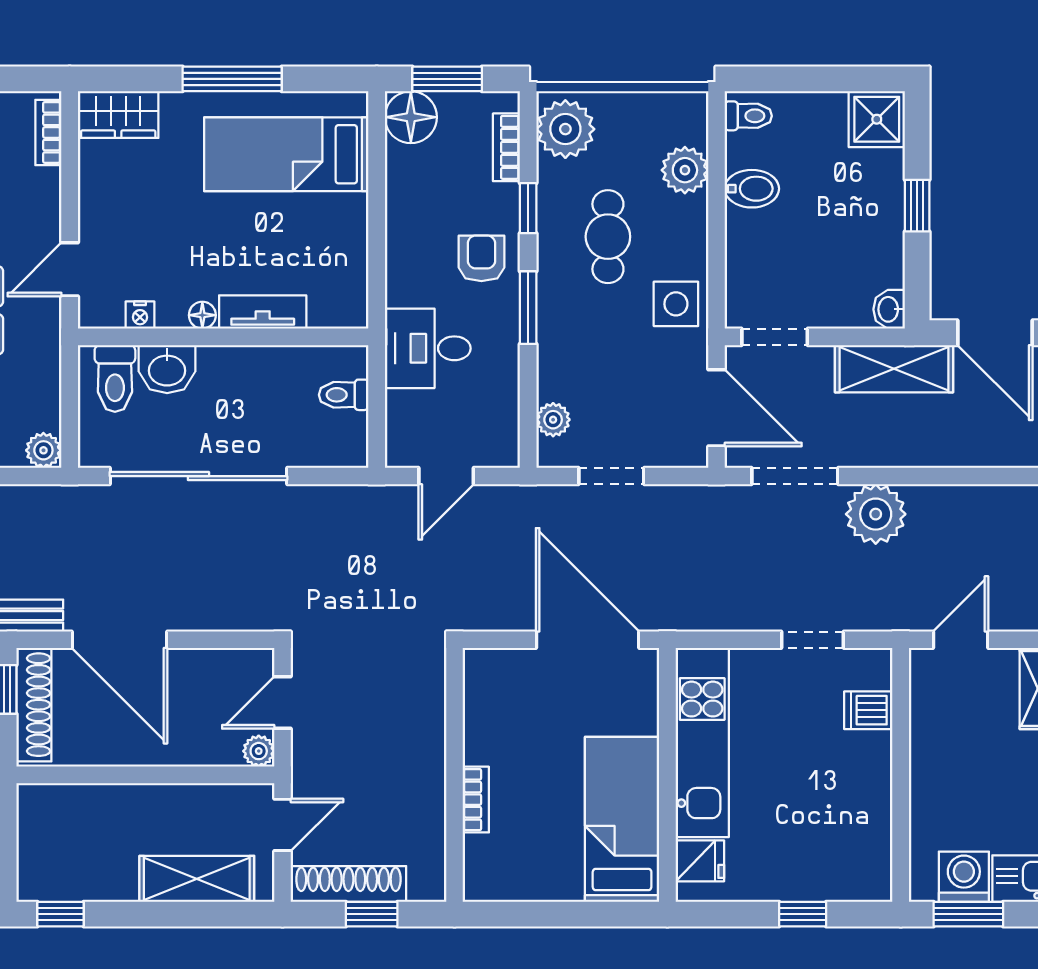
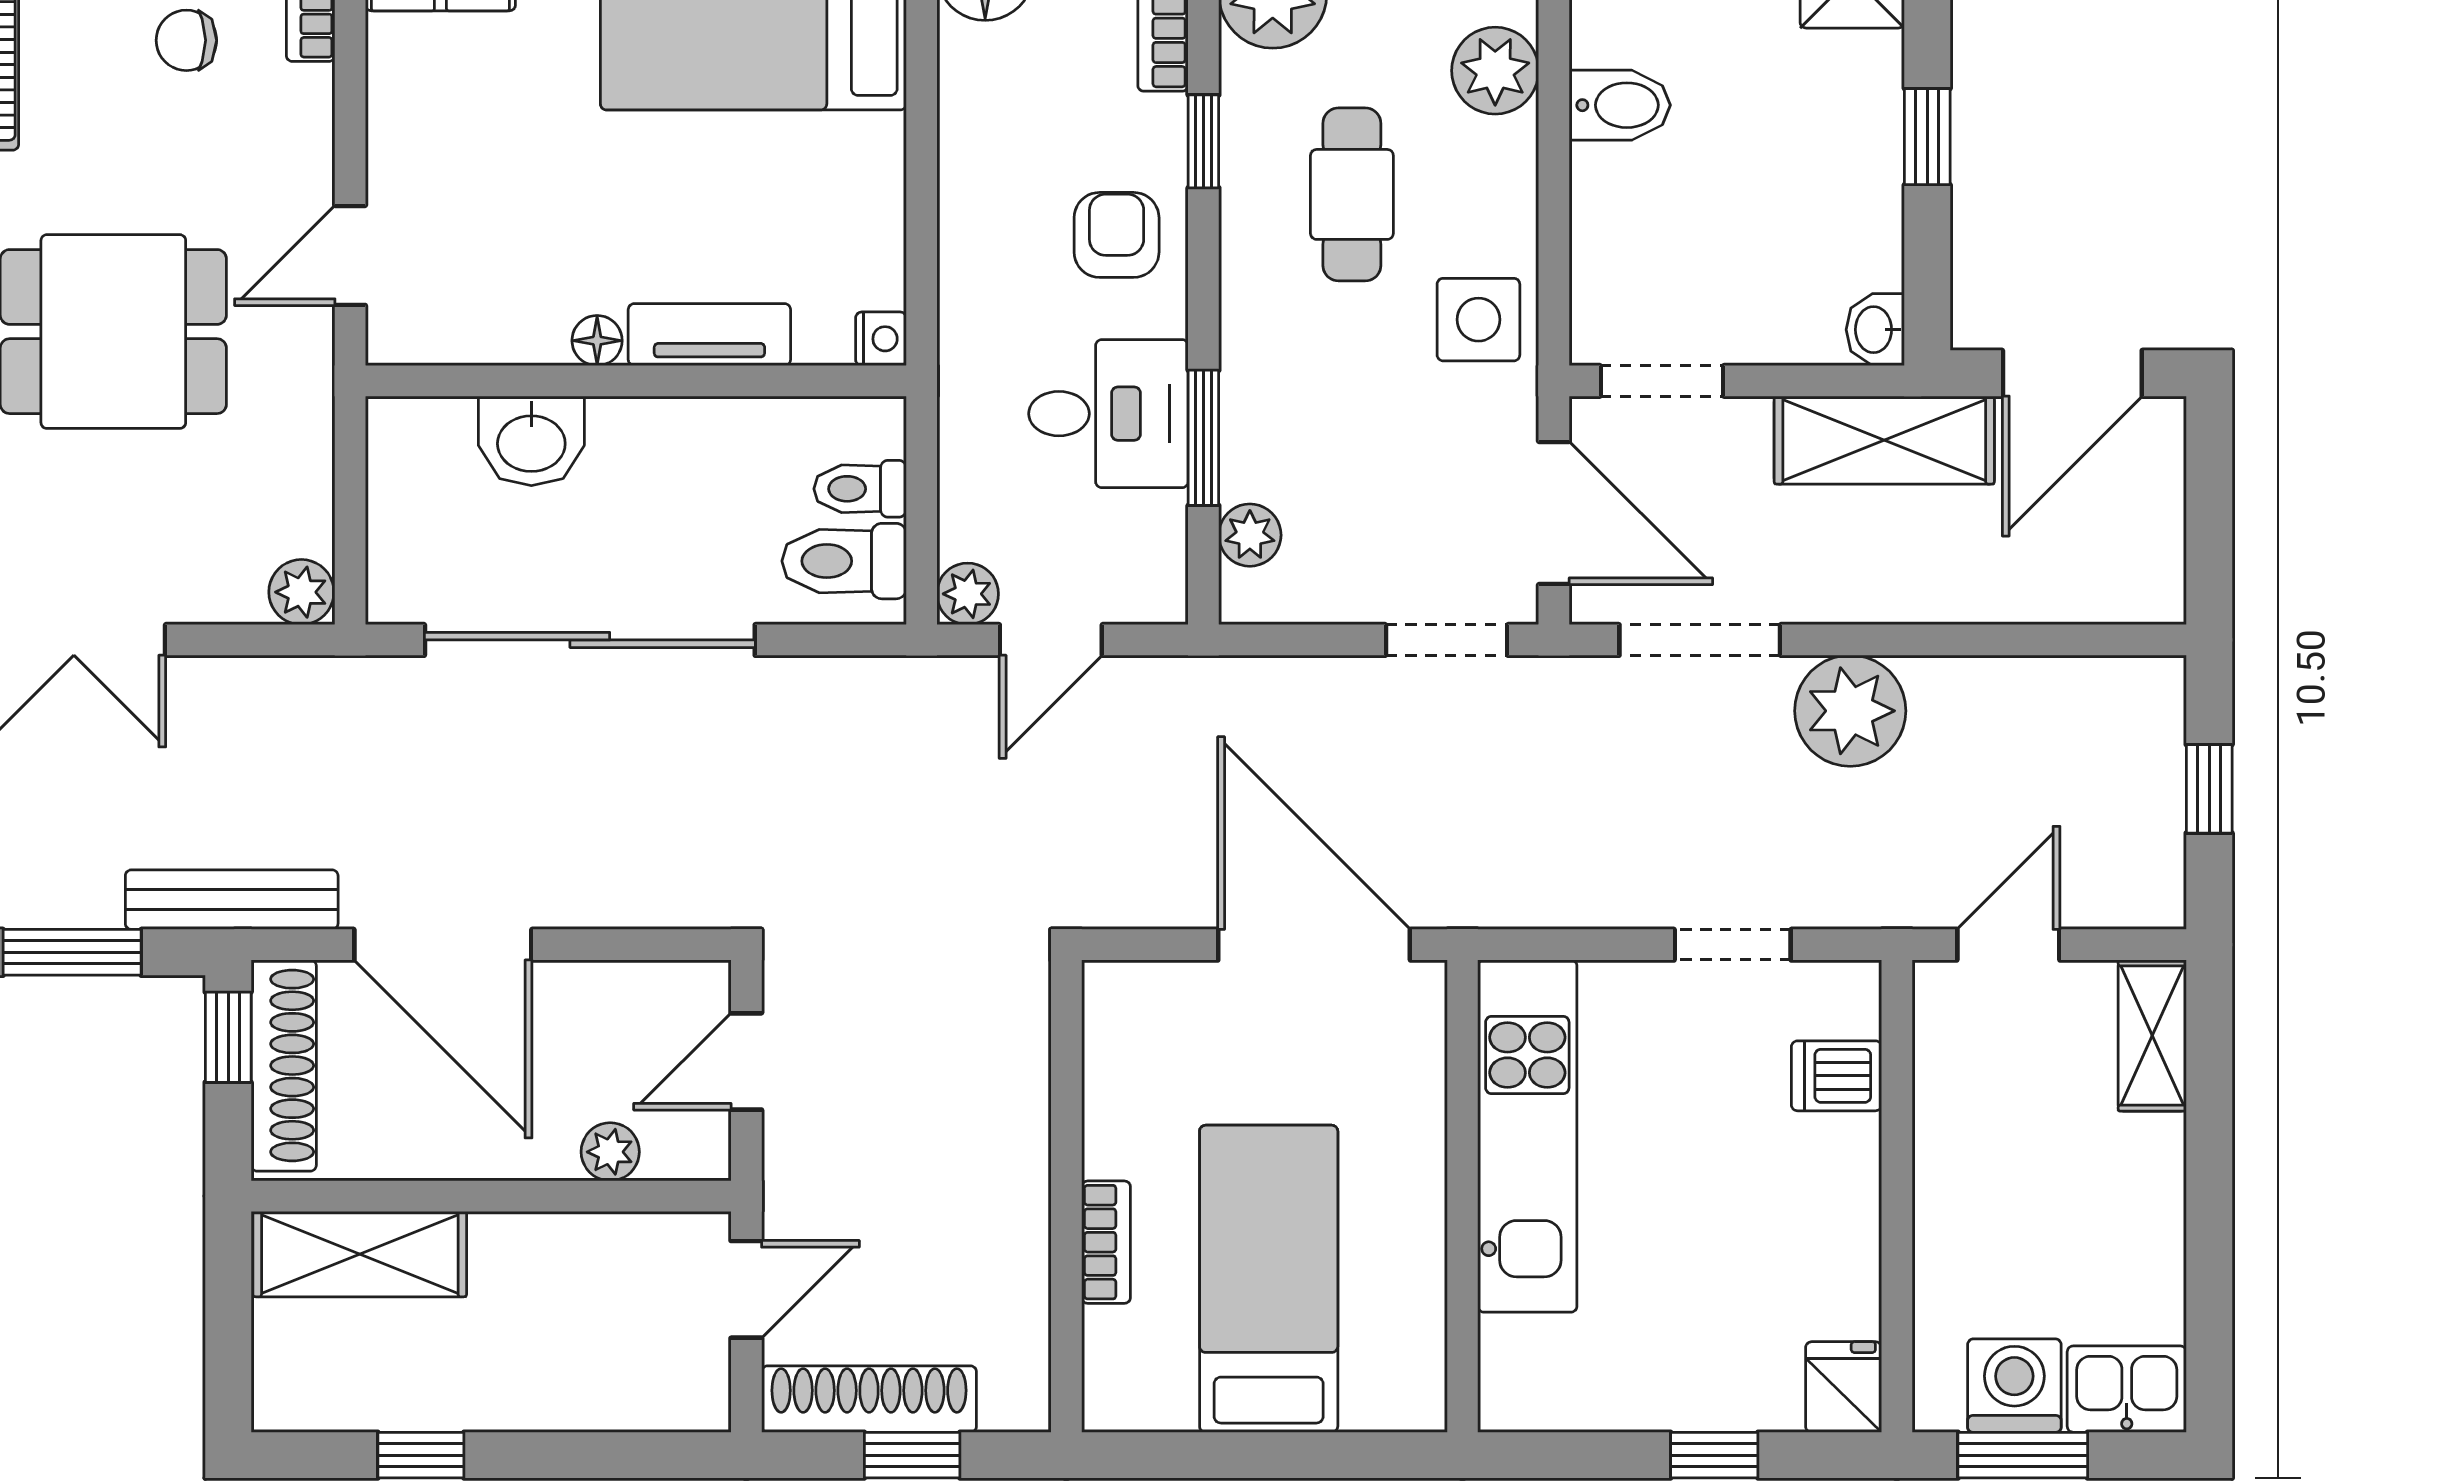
window: (528, 308) -> (1203, 438), moved
nightstand: (140, 315) -> (881, 339), moved, turned -90
door: (995, 333) -> (2072, 373), hinge flipped
desk: (428, 348) -> (1108, 414), moved, turned 180
toilet: (115, 378) -> (844, 561), moved, turned 90
plant: (401, 451) -> (968, 594), added
doorway: (611, 476) -> (1447, 640), moved
plant: (259, 751) -> (610, 1152), moved
bed: (622, 819) -> (1269, 1279), moved
fridge: (700, 861) -> (1844, 1387), moved, turned -90
shelving: (197, 879) -> (360, 1254), moved
window: (61, 914) -> (421, 1455), moved

